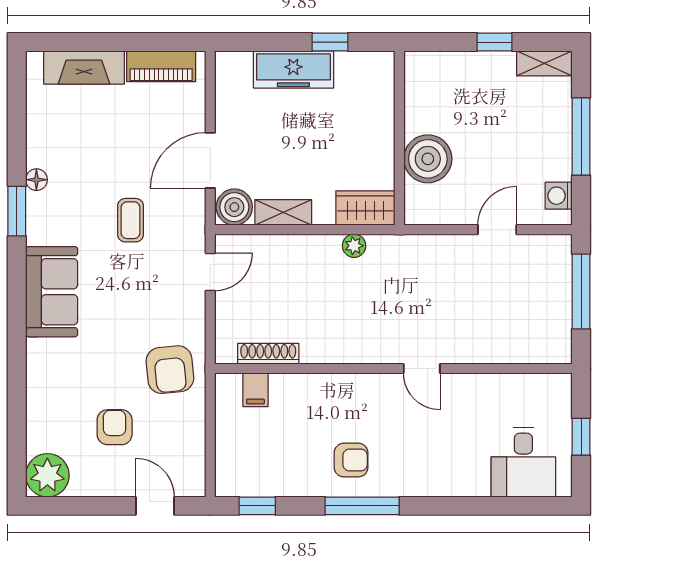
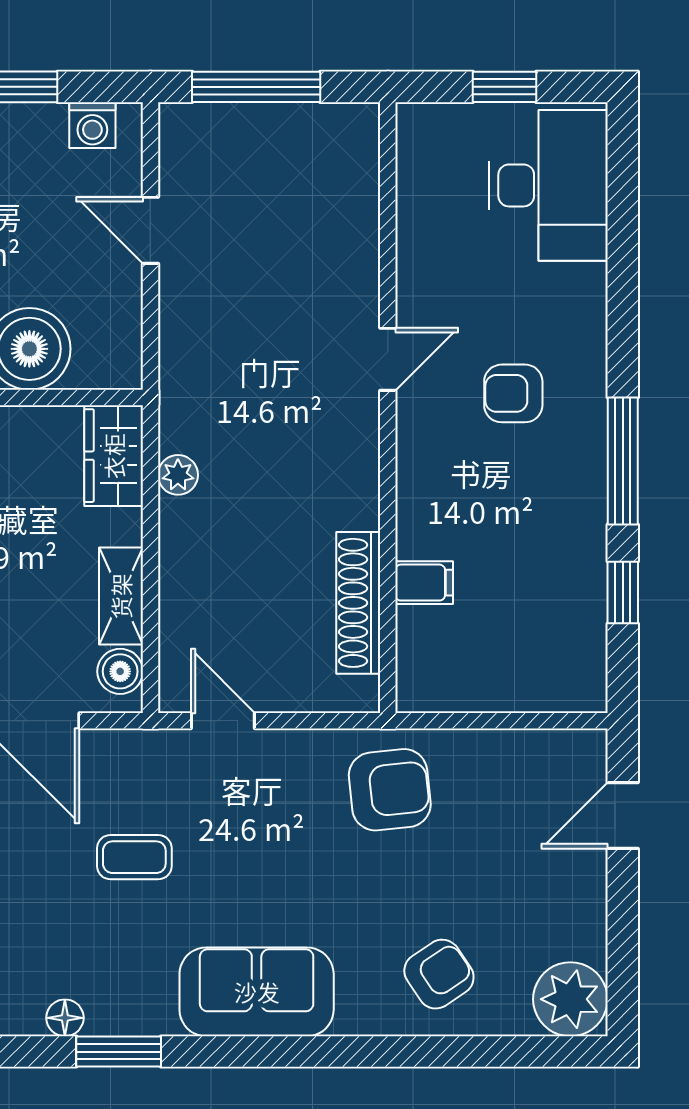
boiler: (234, 207) -> (120, 671), width x0.73, depth x0.73
shoe rack: (268, 354) -> (358, 603), width x1.36, depth x1.24
filing cabinet: (255, 390) -> (424, 583), moved
armchair: (115, 427) -> (439, 974), moved, turned 146
armchair: (351, 460) -> (513, 393), moved, turned -90
desk: (523, 462) -> (548, 185), width x1.37
window: (257, 506) -> (623, 592), moved

